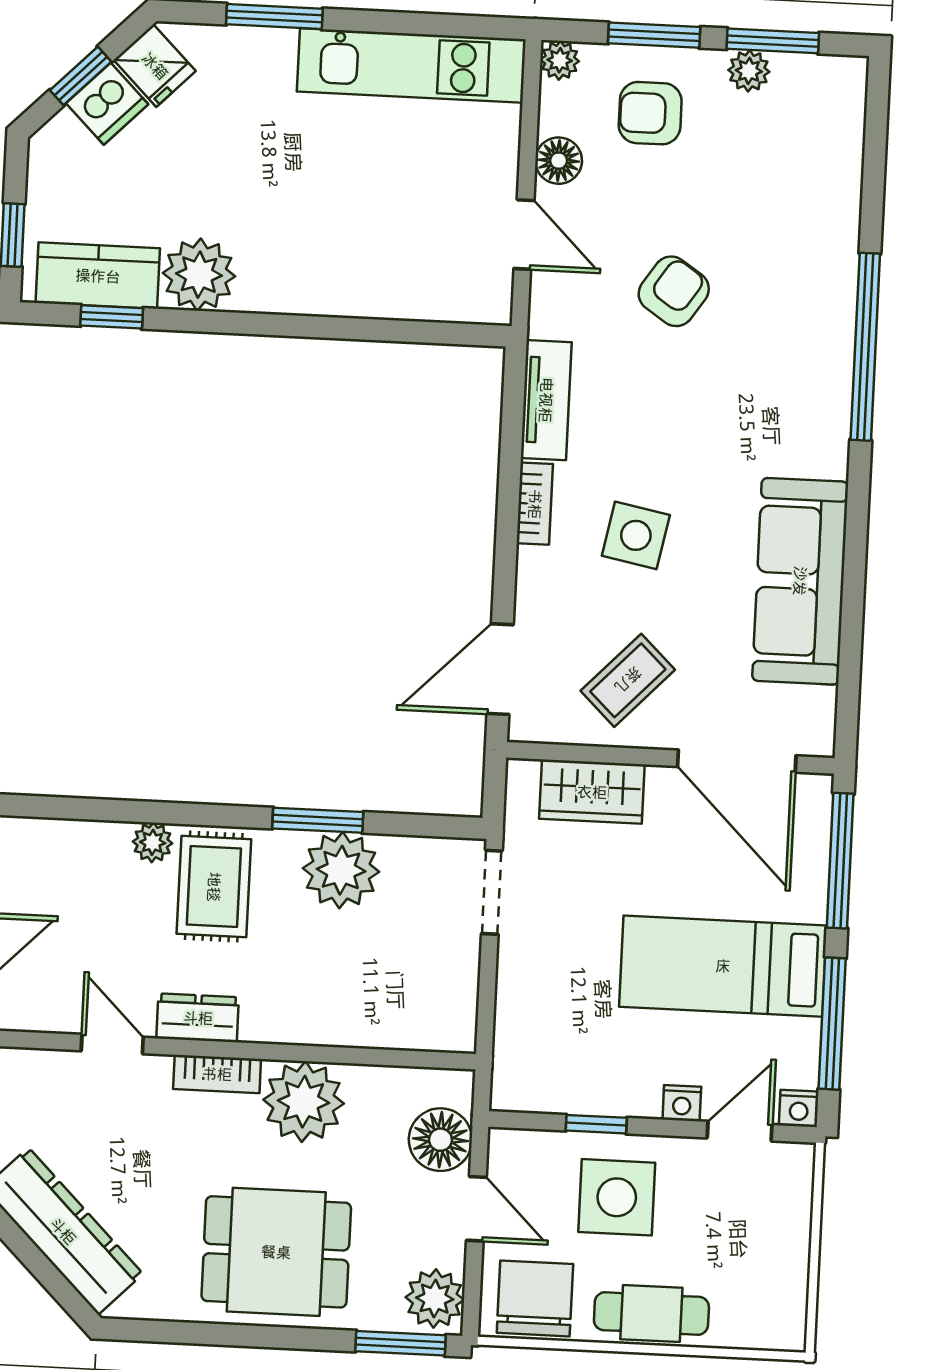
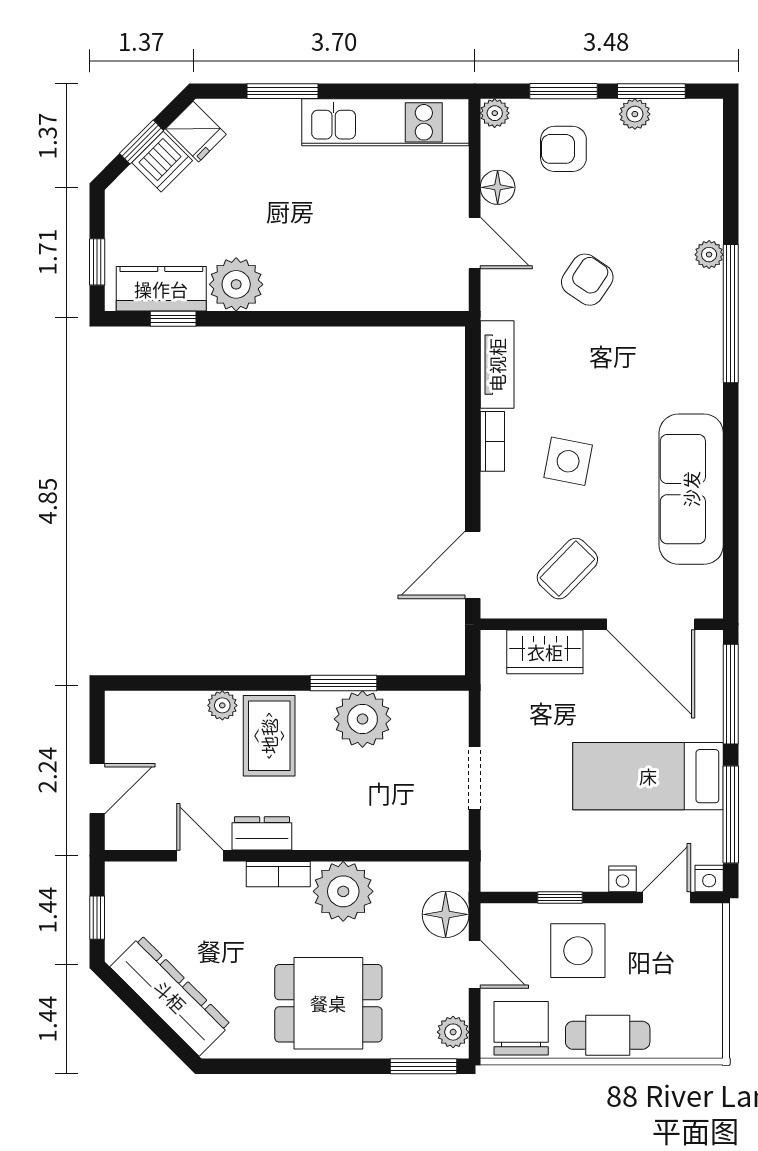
plant: (840, 265) -> (709, 255), added
doorway: (492, 892) -> (475, 778), moved
plant: (435, 1299) -> (453, 1032), width x0.73, depth x0.73

